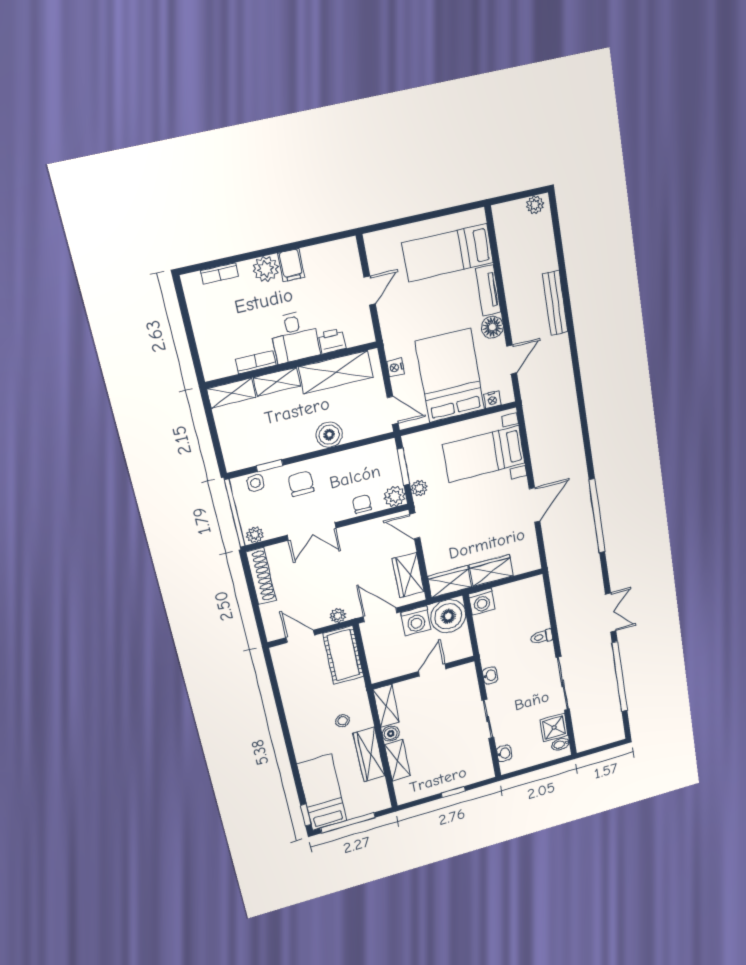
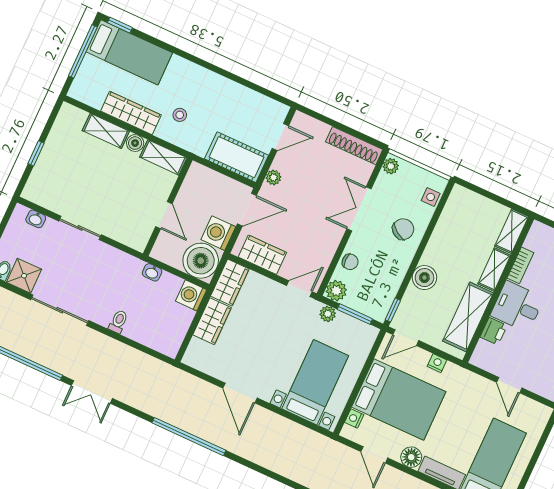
window: (270, 466) -> (393, 310), moved
chair: (301, 484) -> (403, 229), turned -55
washbasin: (490, 675) -> (152, 272), moved

